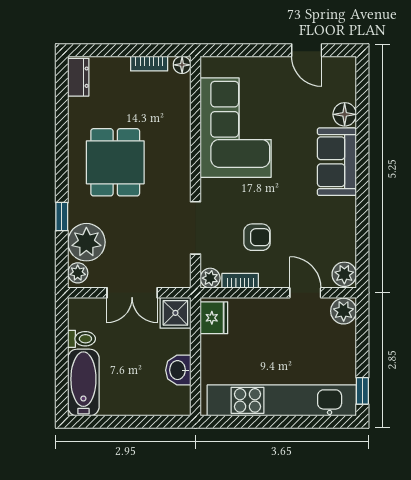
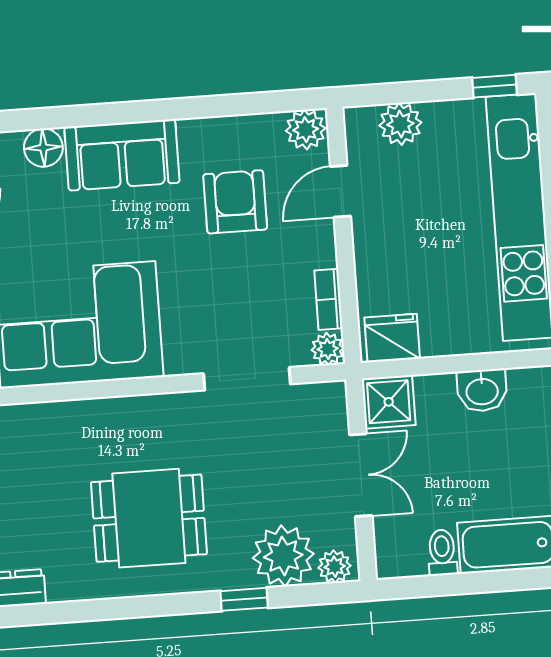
armchair: (257, 237) -> (235, 202), moved, width x1.38, depth x1.38
plant: (344, 311) -> (400, 124), moved

